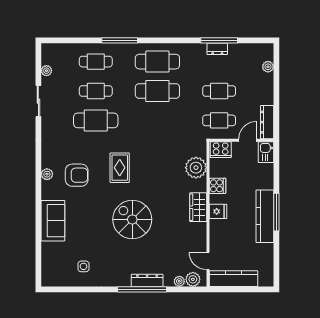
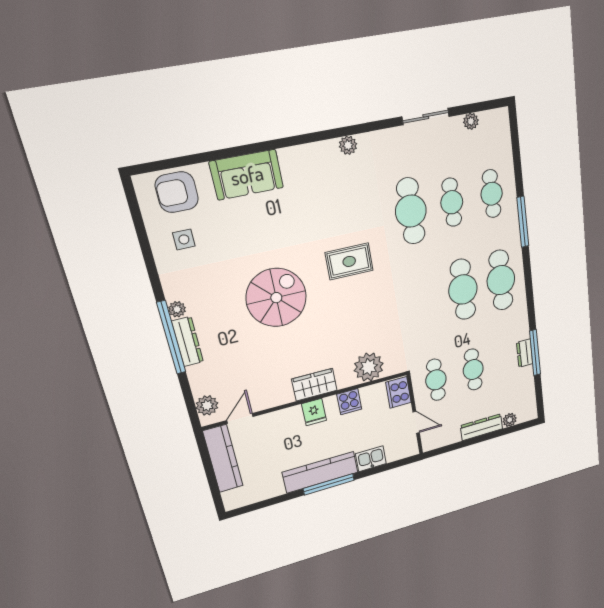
dresser: (267, 122) -> (482, 427), moved
kitchen sink: (266, 152) -> (371, 459), moved
plant: (47, 174) -> (348, 145), moved
armchair: (77, 175) -> (177, 192), moved, turned 90
plant: (179, 281) -> (177, 309), moved

